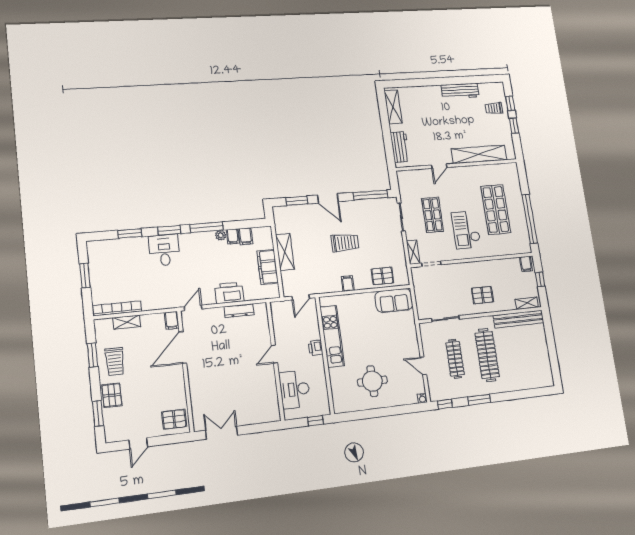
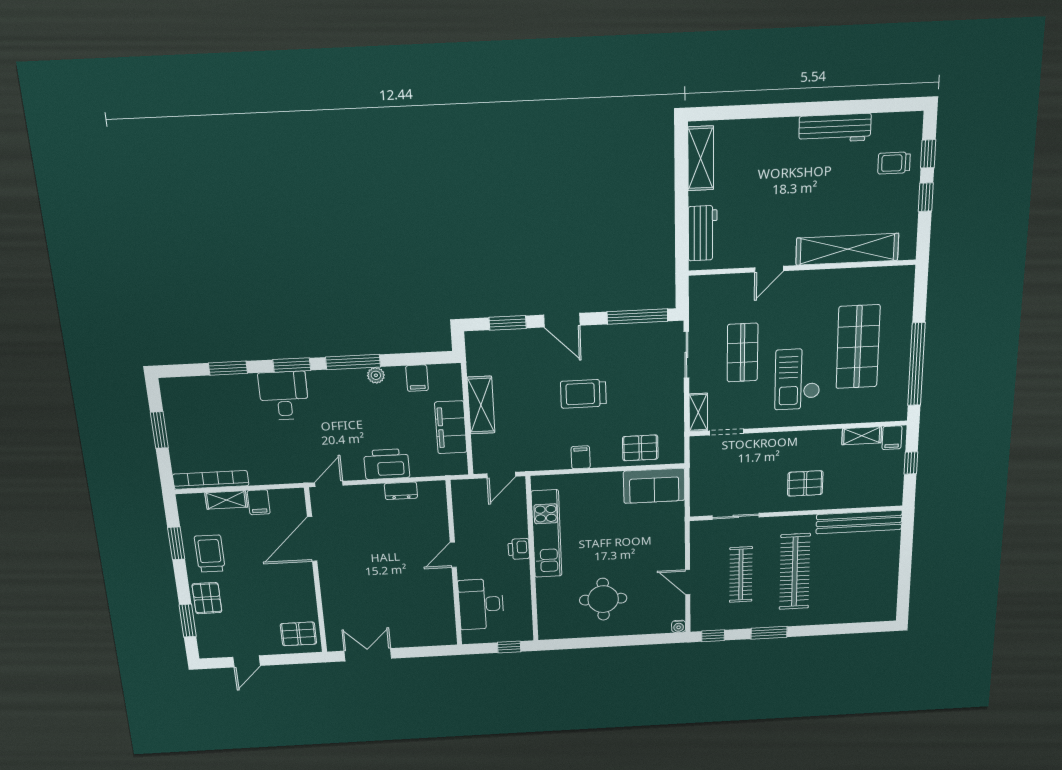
filing cabinet: (233, 236) -> (396, 378), removed
trolley: (345, 243) -> (583, 394), turned 180
shelving: (527, 303) -> (862, 436), moved
dresser: (239, 311) -> (401, 491), width x0.70
filing cabinet: (172, 320) -> (259, 502), moved
trolley: (115, 361) -> (210, 554), turned 180

